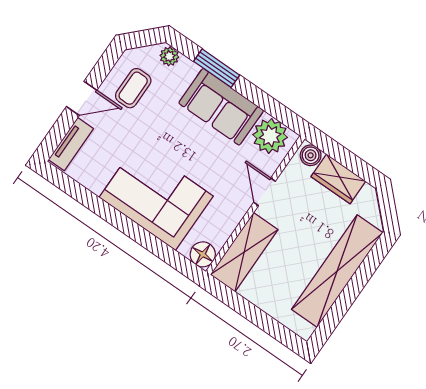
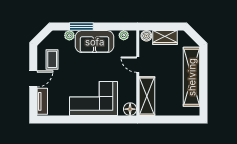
plant: (169, 56) -> (69, 35), moved
plant: (270, 136) -> (124, 35), width x0.53, depth x0.53

